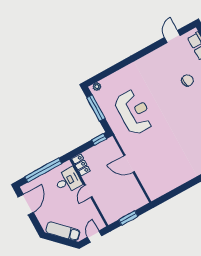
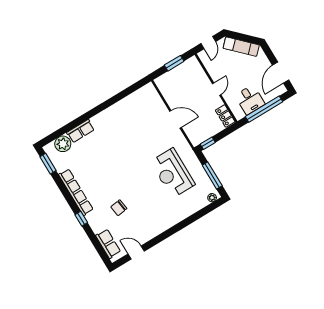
door: (172, 37) -> (136, 253), swing flipped
desk: (68, 181) -> (250, 100), moved, turned -90

